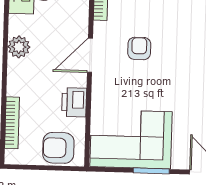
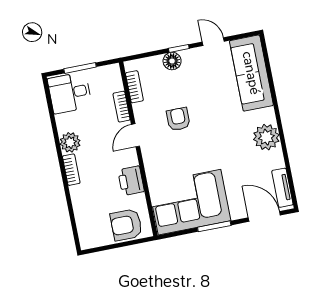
bookcase: (82, 21) -> (122, 107), added
door: (90, 55) -> (136, 135), width x0.73
bookcase: (12, 123) -> (71, 170), moved, width x0.64

